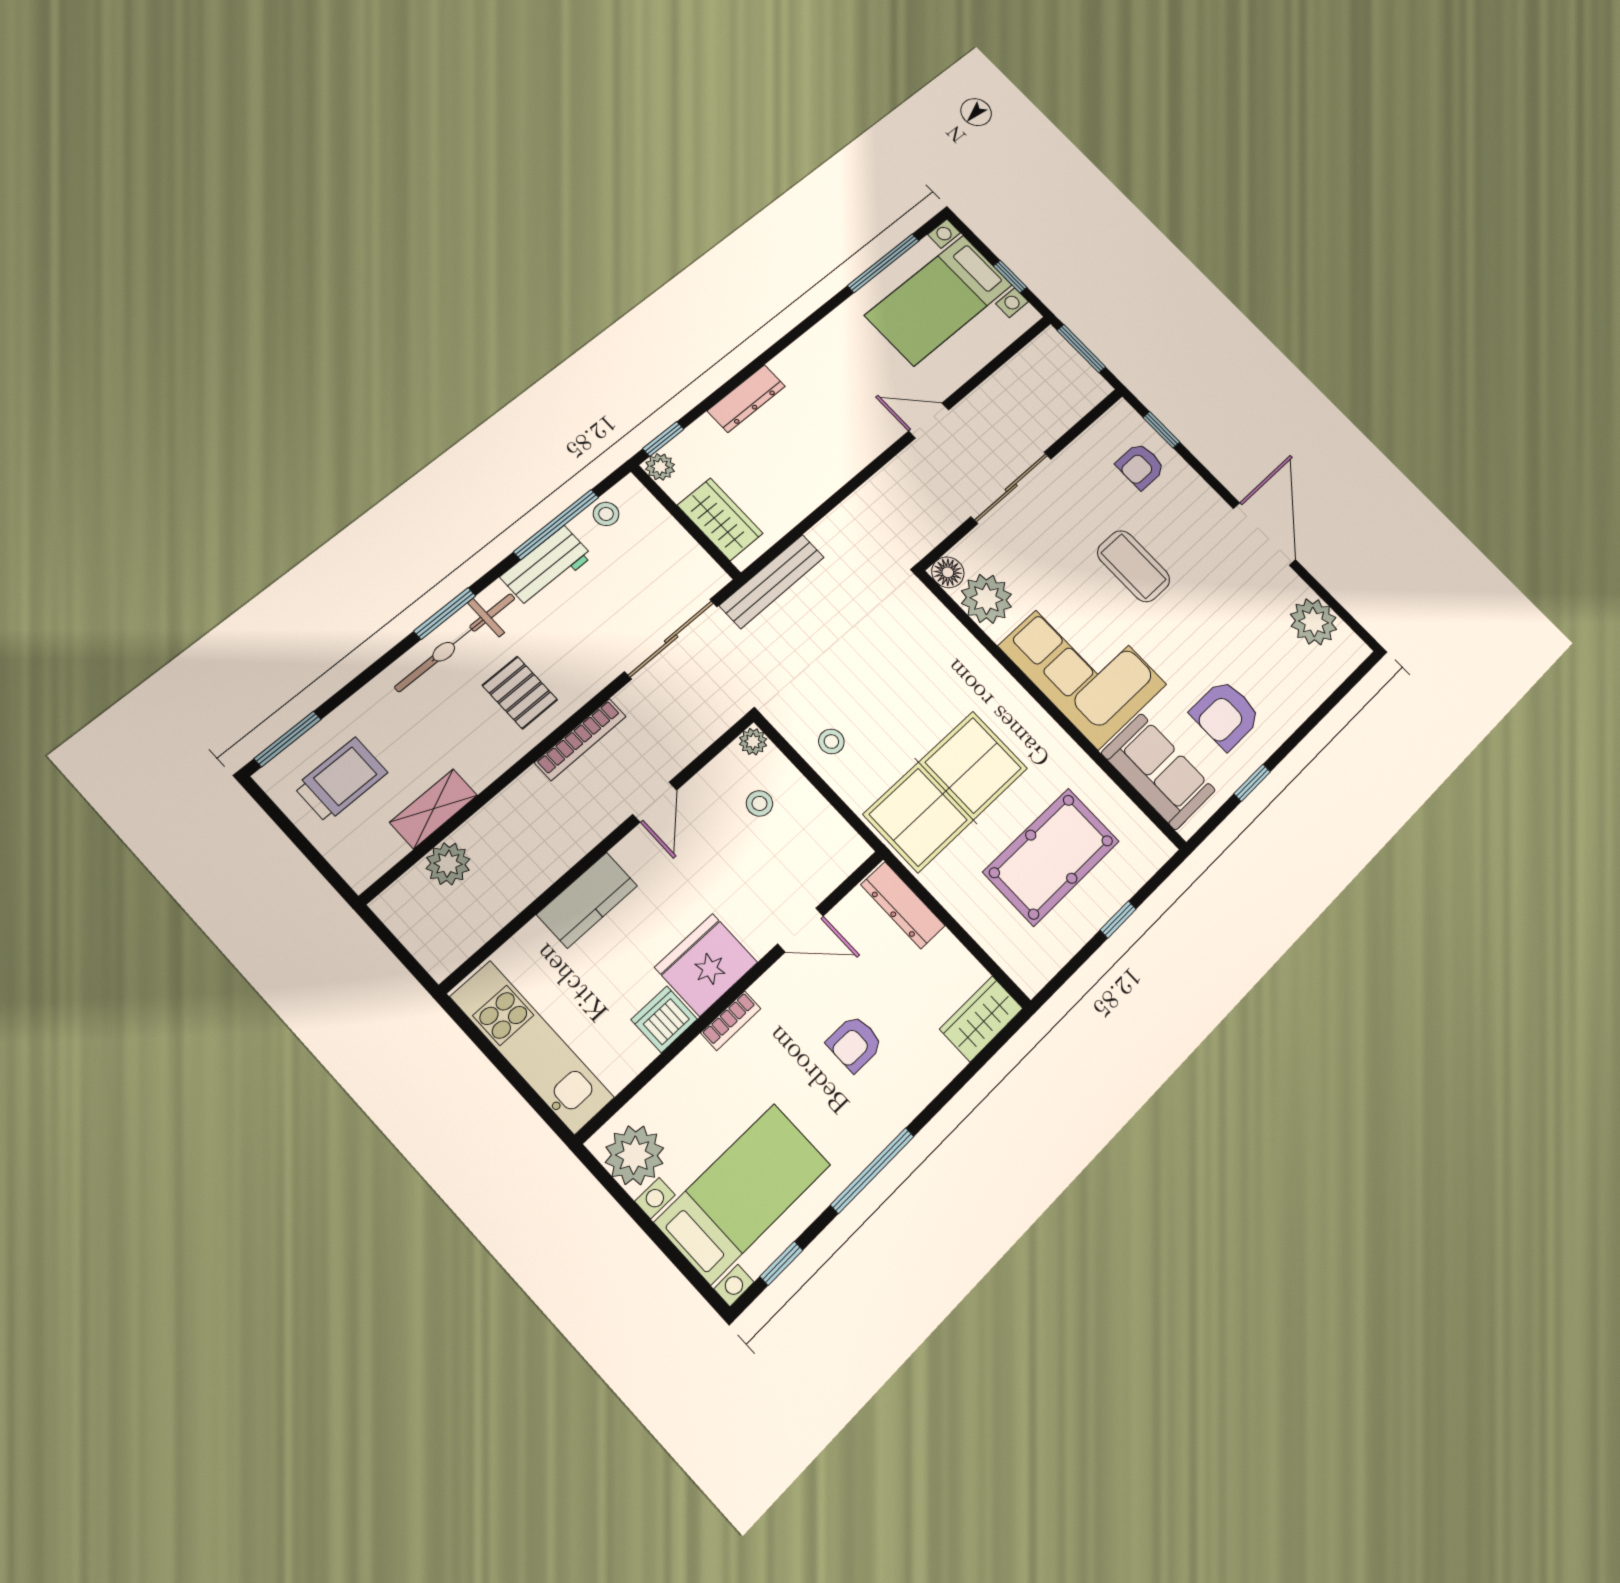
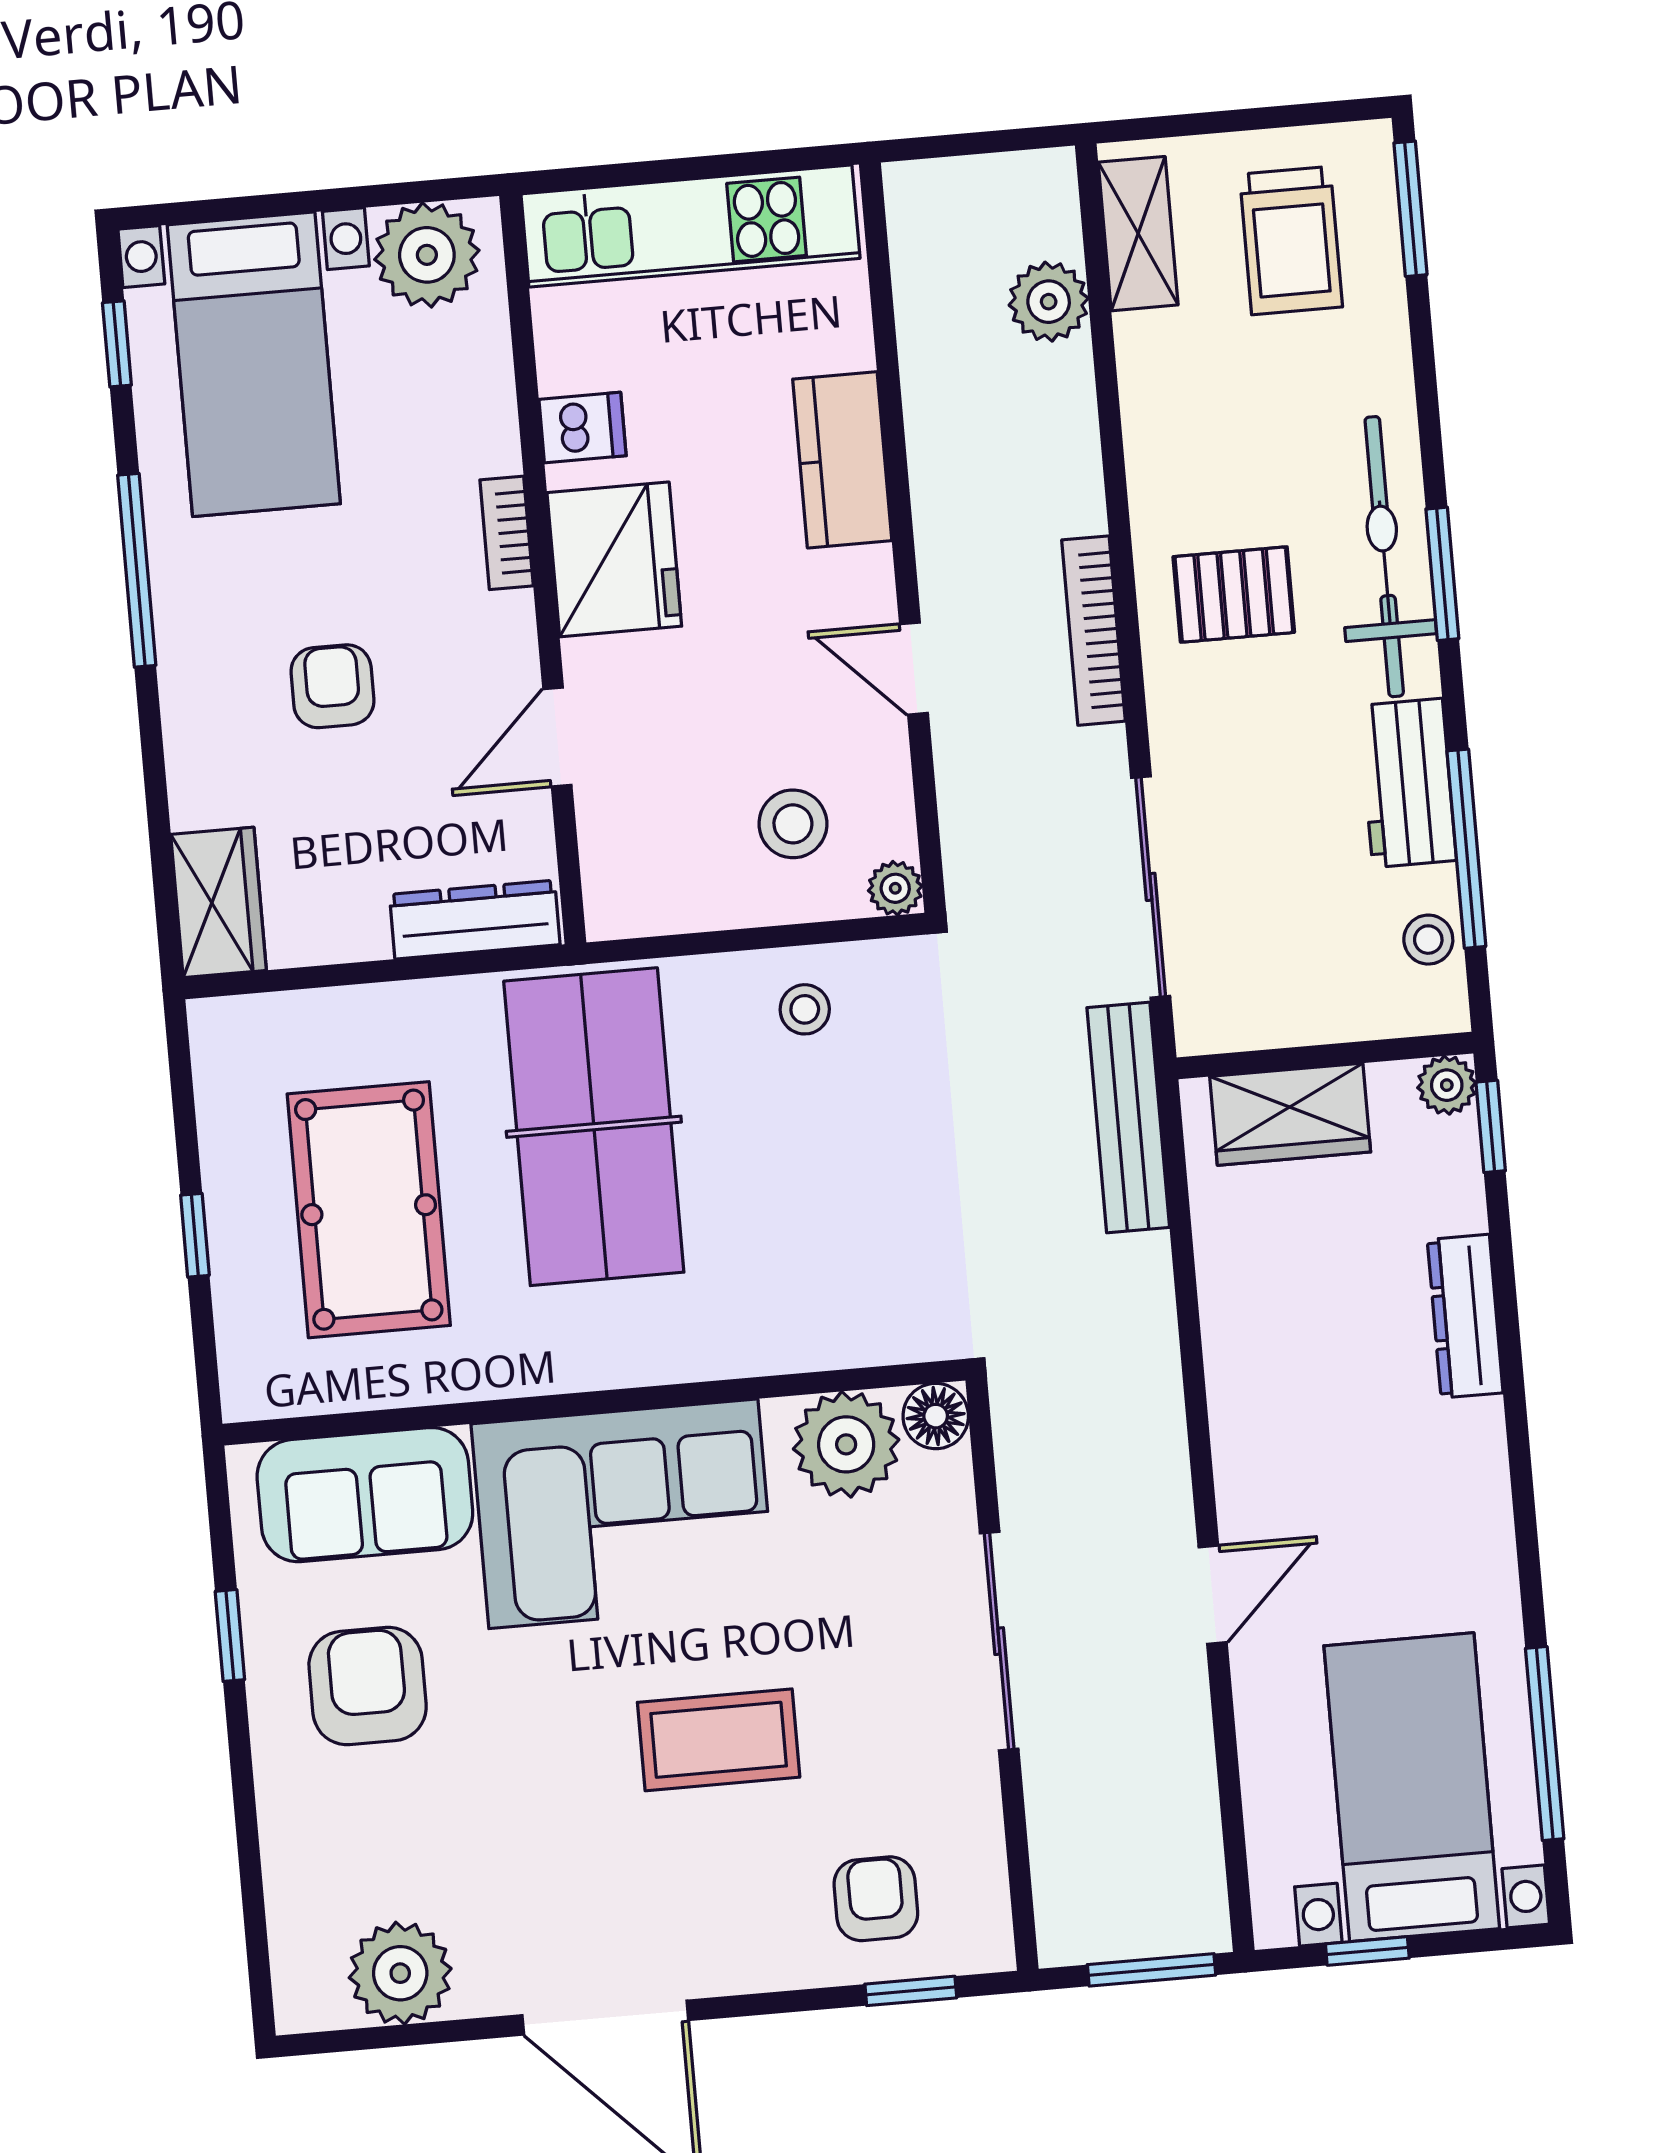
stool: (759, 803) -> (793, 824), width x1.37, depth x1.37
shelving: (434, 809) -> (1138, 234), moved
dishwasher: (664, 1019) -> (582, 428), width x0.73

